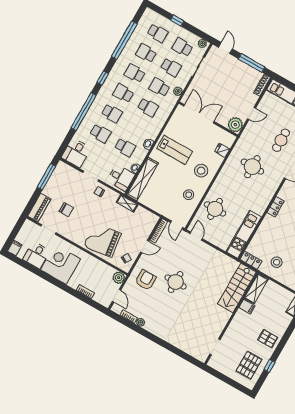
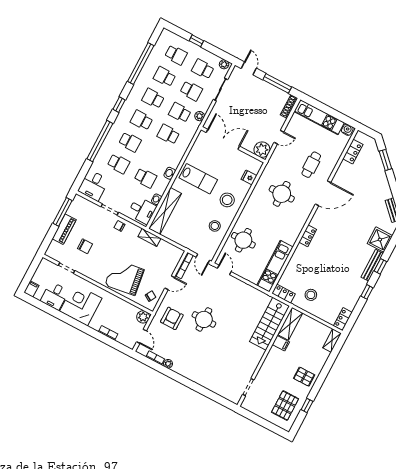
school desk: (148, 107) -> (168, 134), turned 180
piano: (39, 207) -> (64, 229), moved

